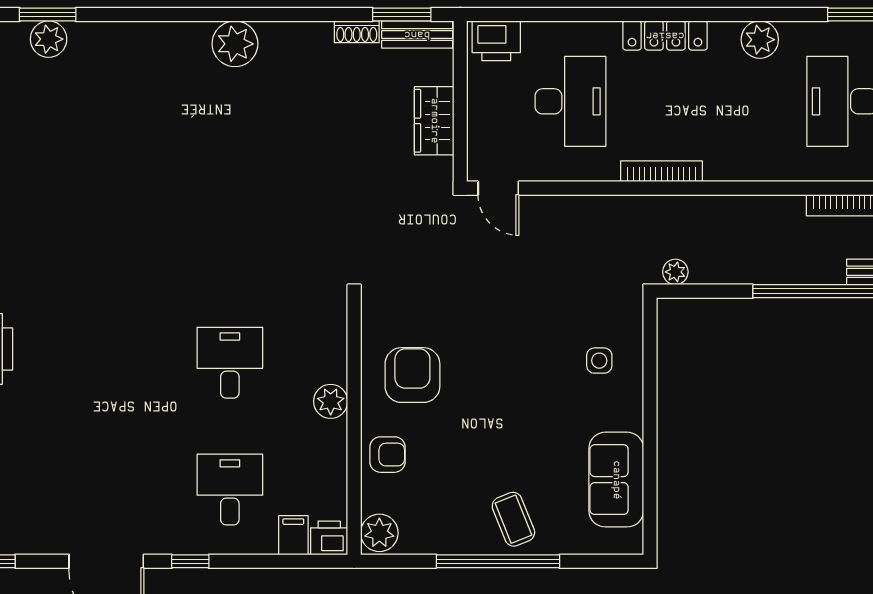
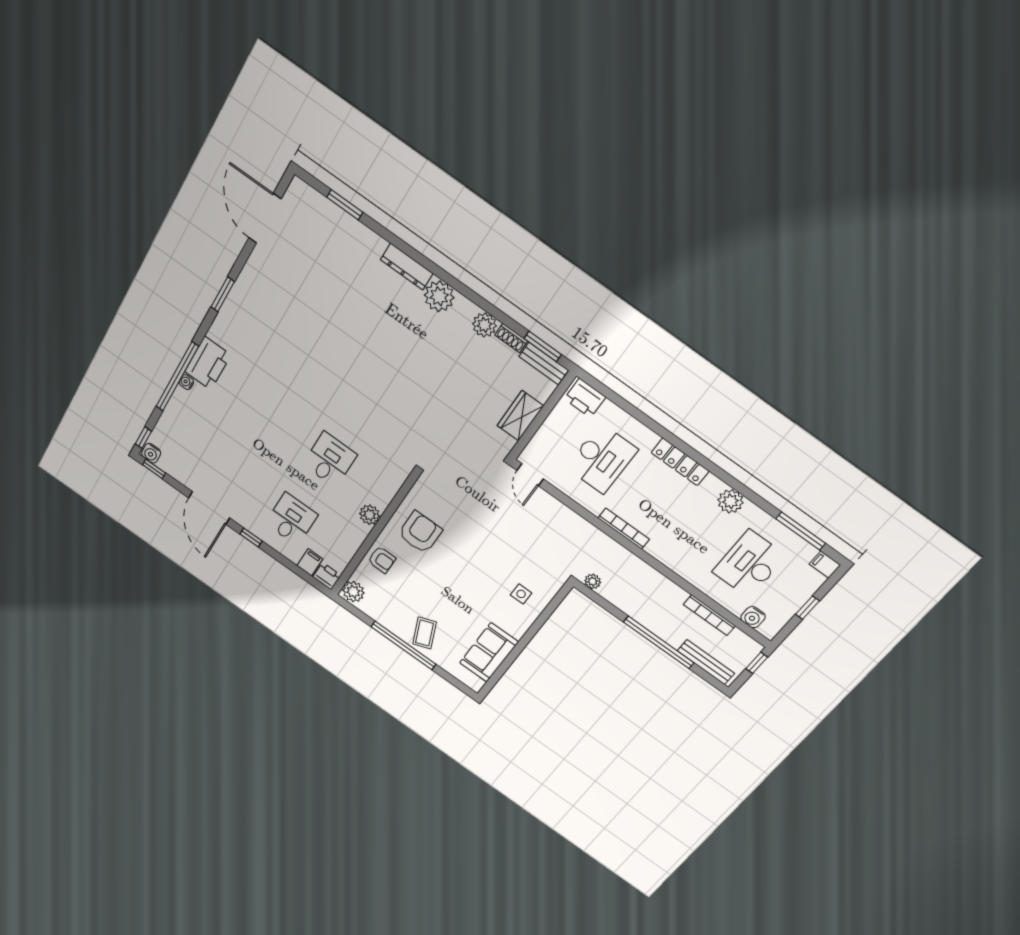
dresser: (171, 36) -> (407, 267), added
plant: (49, 39) -> (484, 325), moved

